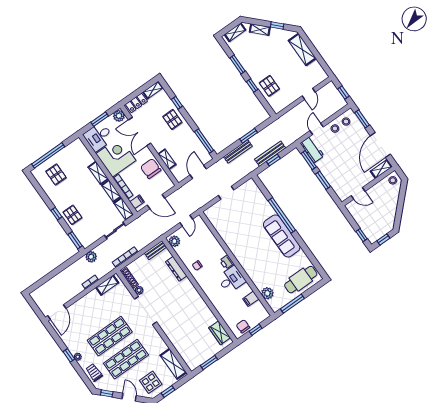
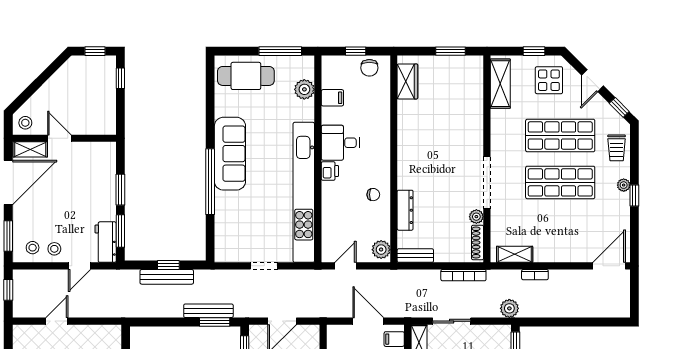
window: (248, 136) -> (215, 322), moved
door: (358, 193) -> (59, 138), moved
kitchen unit: (232, 243) -> (304, 192), added

